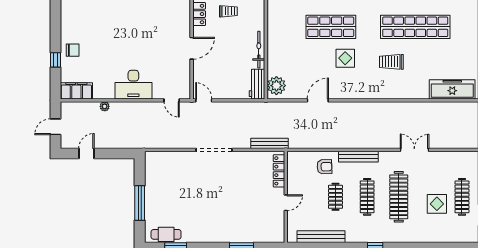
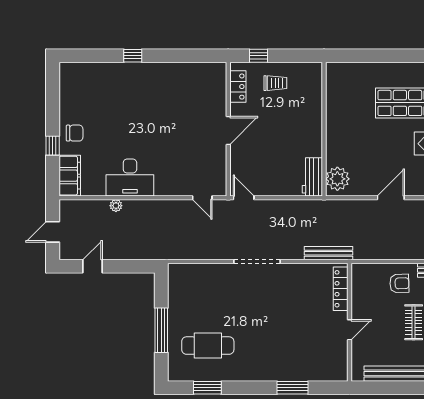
bicycle: (259, 50) -> (315, 132), removed
desk: (133, 85) -> (130, 178), moved
filing cabinet: (76, 91) -> (70, 176), moved, turned 90
cafe table: (166, 234) -> (208, 346), moved, width x1.37, depth x1.35

